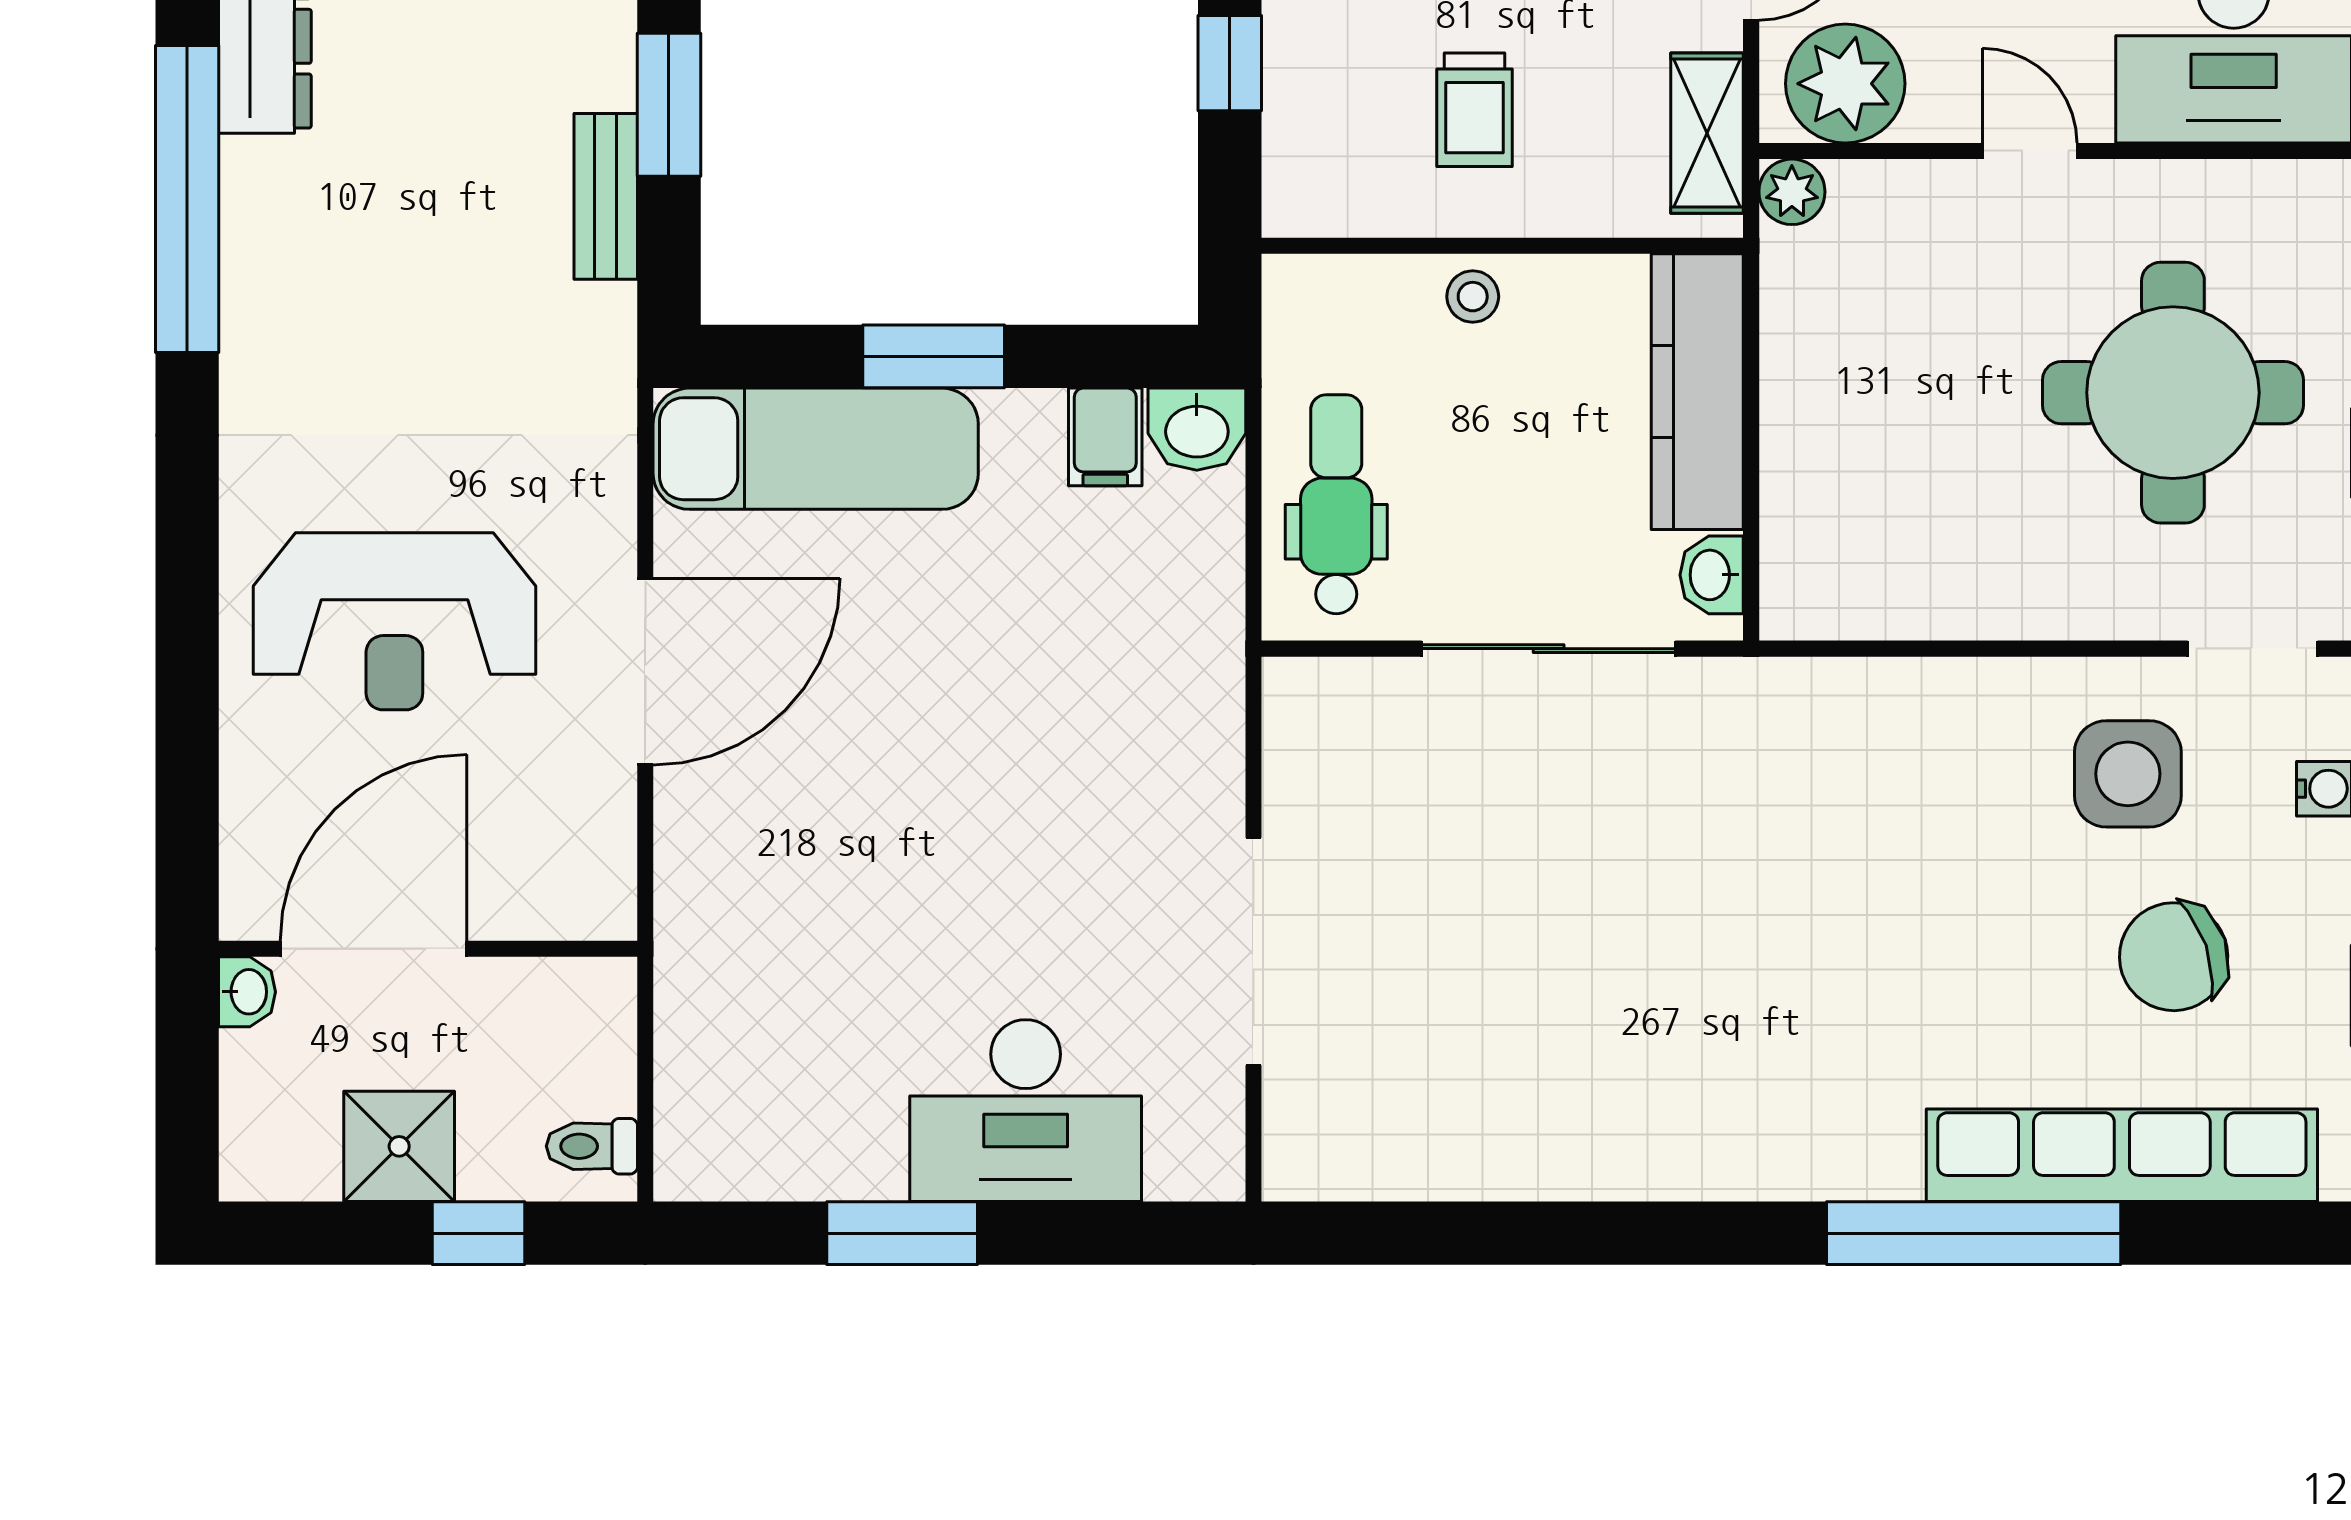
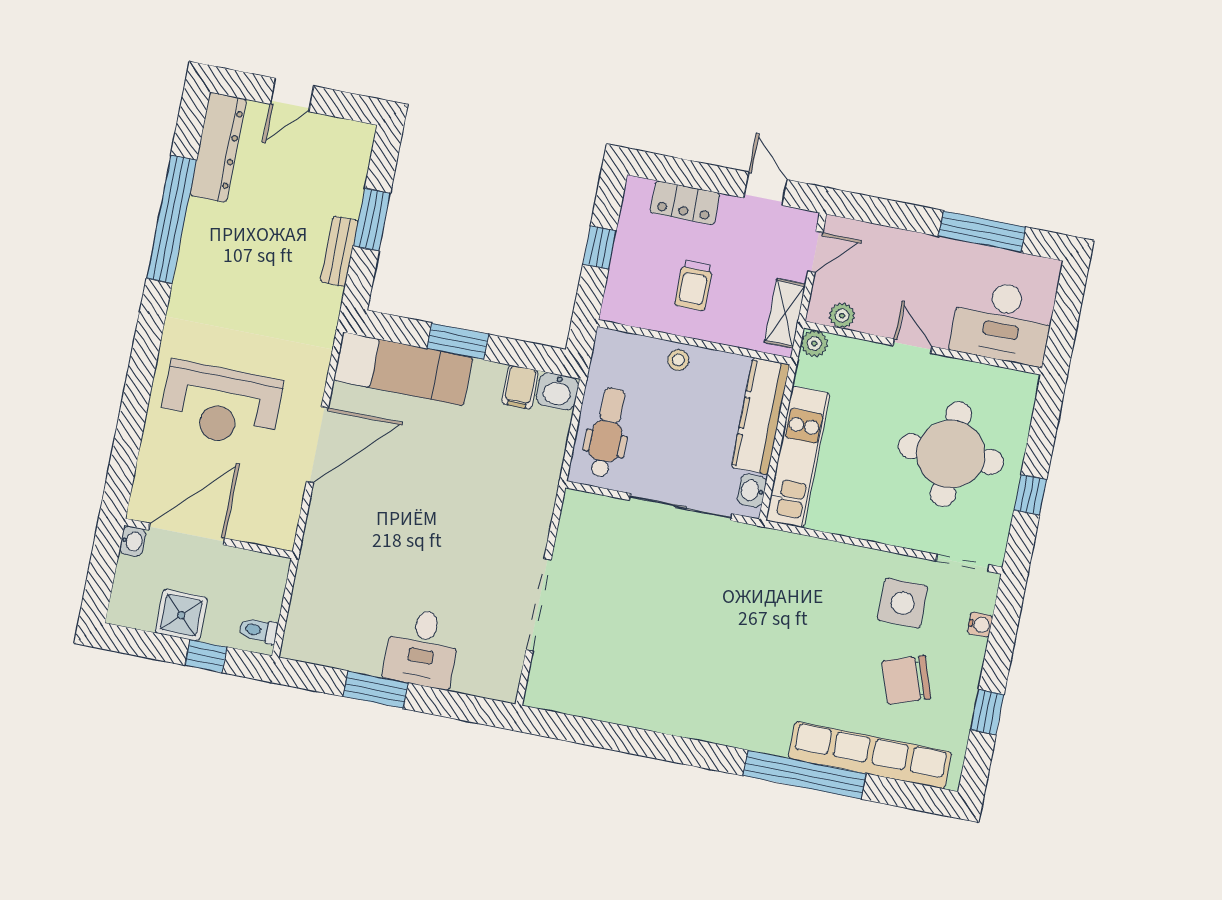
plant: (1845, 84) -> (842, 316), width x0.53, depth x0.53
kitchen unit: (1807, 472) -> (798, 457), added
desk: (1026, 1111) -> (422, 648), width x0.73

